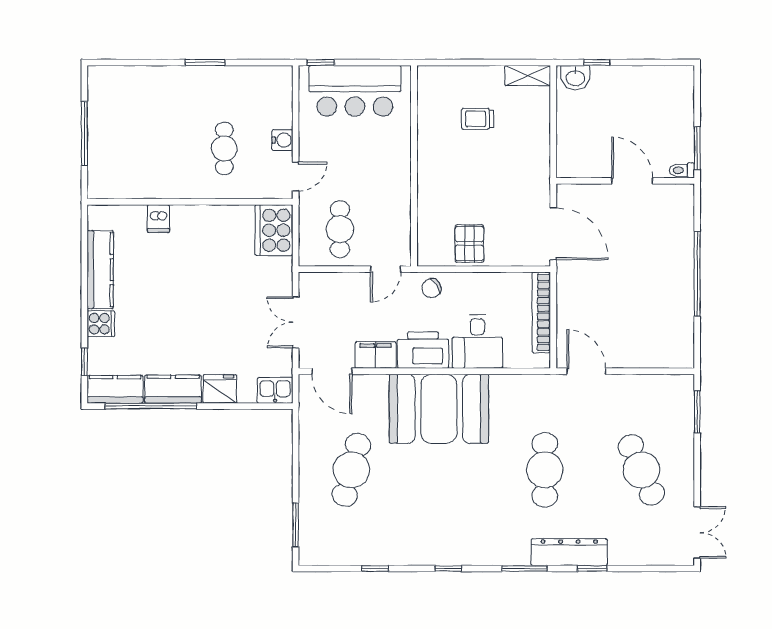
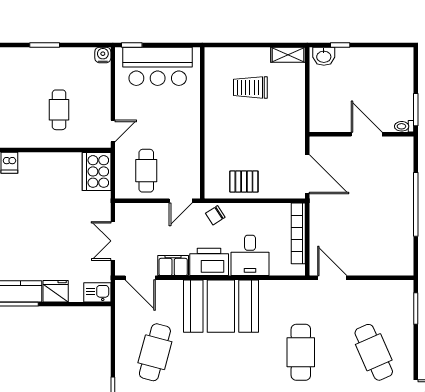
trolley: (478, 119) -> (250, 87), width x1.36, depth x1.39
water cooler: (282, 140) -> (103, 55), moved, turned -90
pallet: (469, 244) -> (244, 182), turned 90

